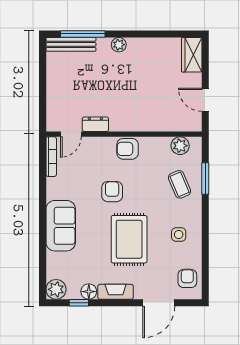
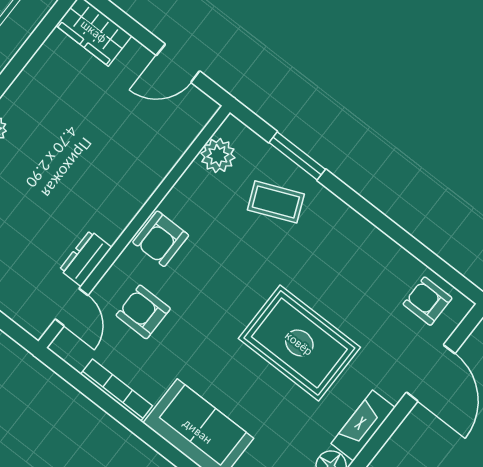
bookcase: (51, 157) -> (116, 390), moved
armchair: (112, 192) -> (143, 312), moved
side table: (179, 235) -> (351, 262), removed

